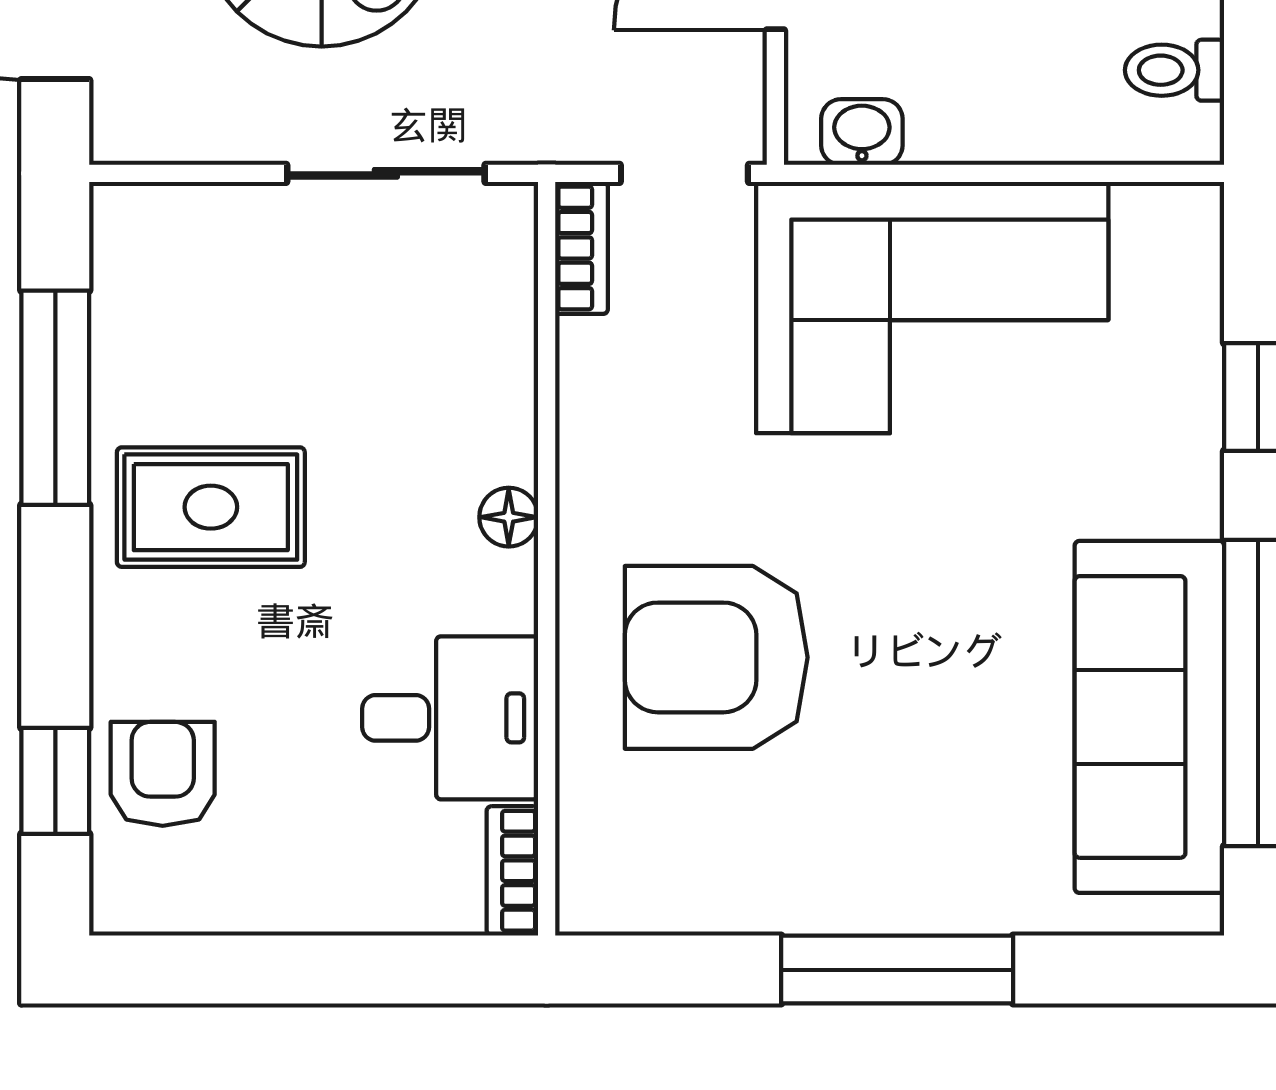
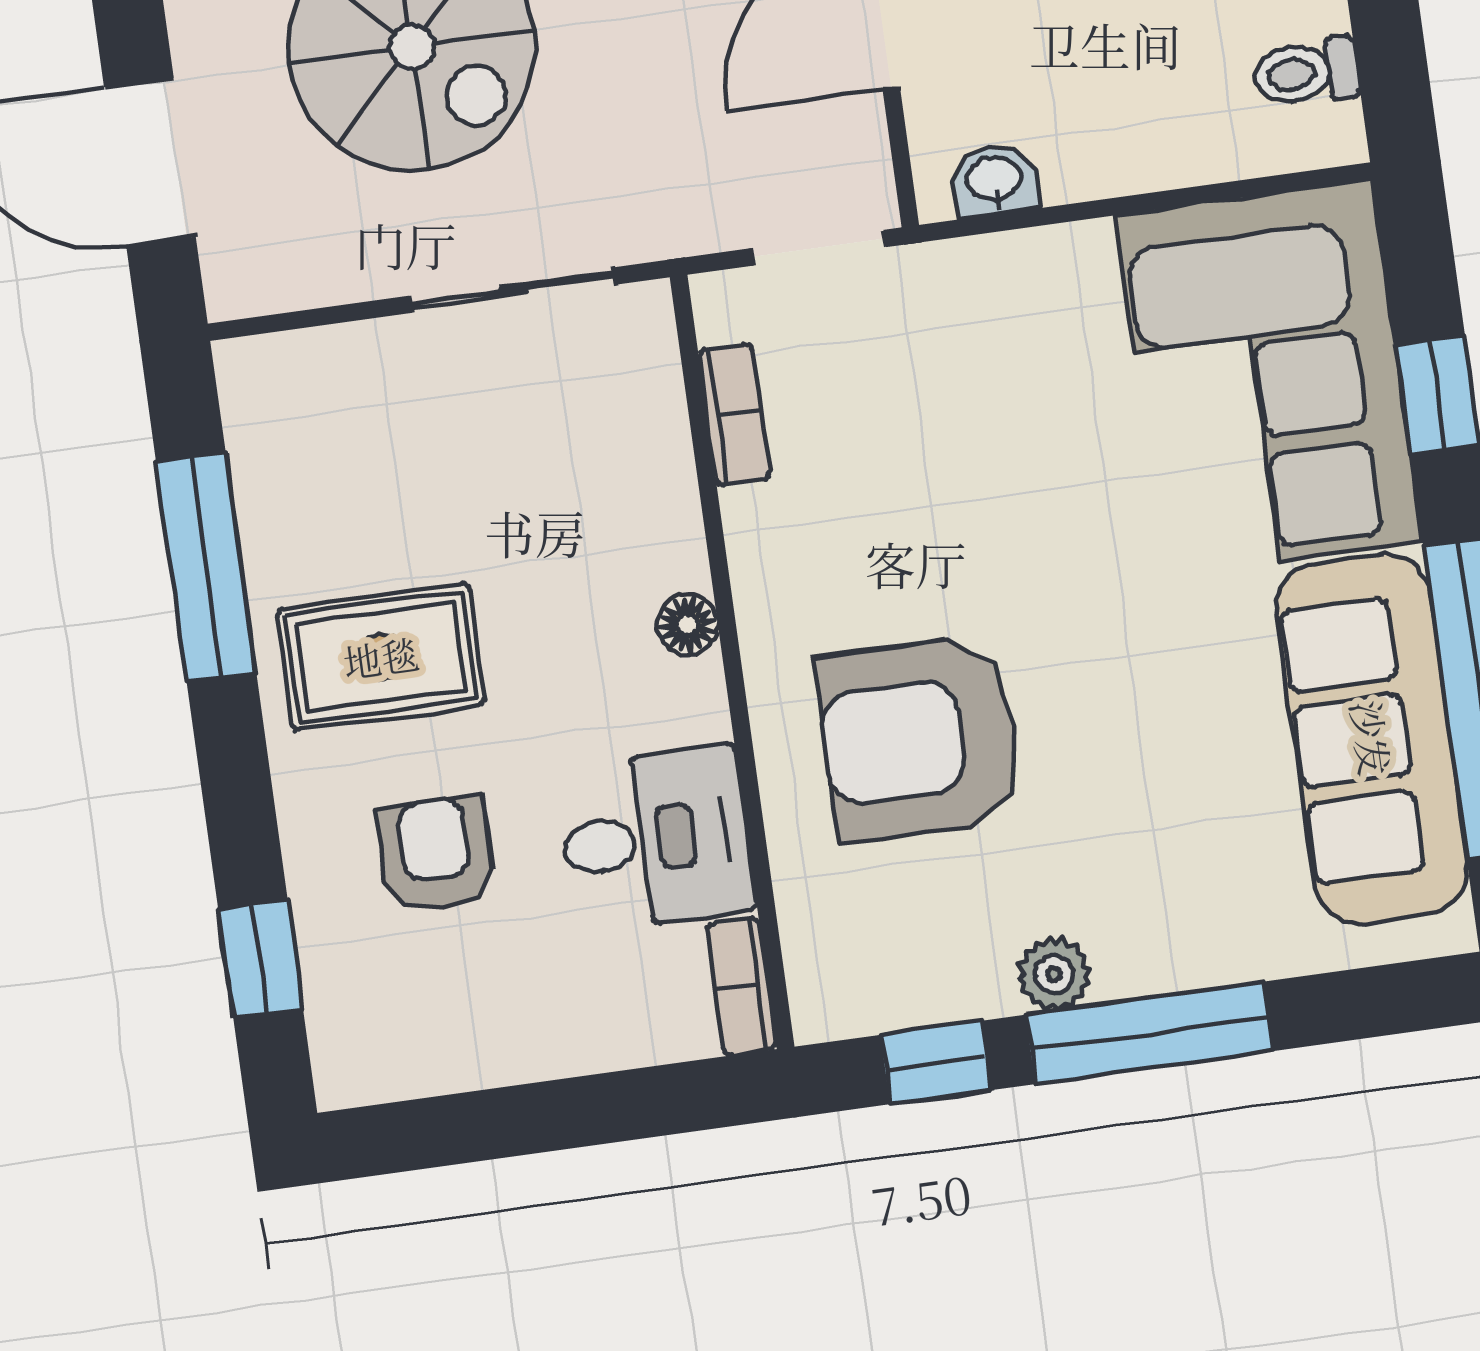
bookcase: (582, 248) -> (734, 414), moved
corner sofa: (932, 308) -> (1269, 378), moved, turned 90
armchair: (163, 774) -> (436, 855), moved
plant: (814, 901) -> (1054, 974), added
window: (689, 970) -> (936, 1062), added

